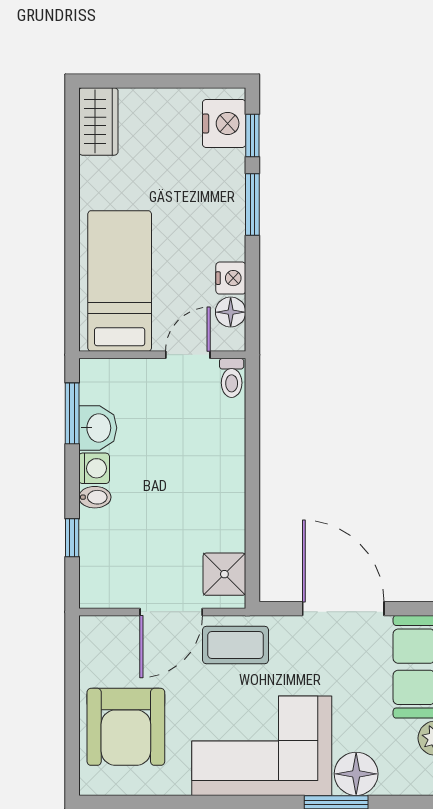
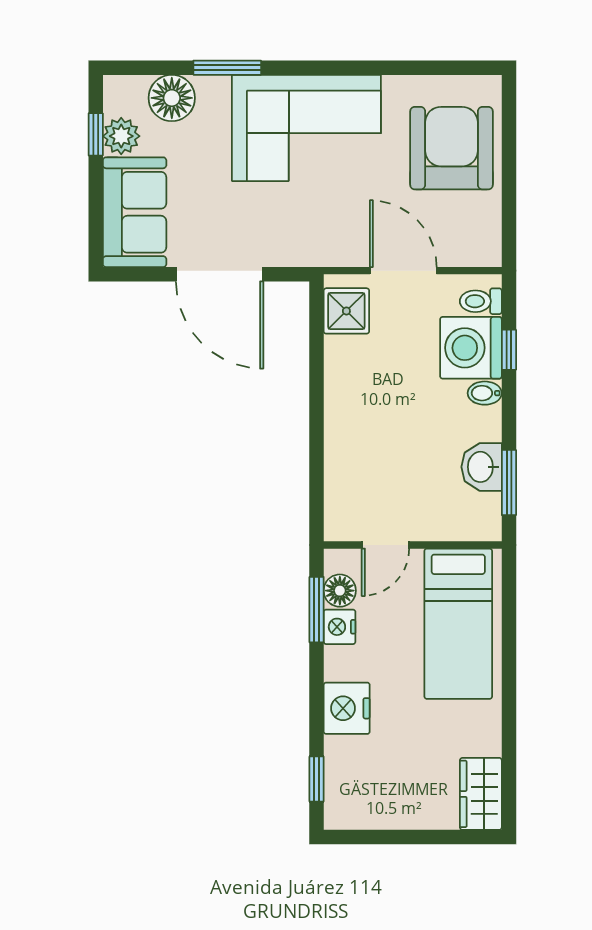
nightstand: (224, 123) -> (347, 708), moved
window: (252, 204) -> (317, 610), moved
toilet: (232, 378) -> (481, 301), moved, turned -90
washing machine: (94, 468) -> (471, 348), moved, width x1.89, depth x1.89
door: (171, 612) -> (403, 271), hinge flipped
coffee table: (236, 645) -> (335, 235), removed
floor lamp: (356, 774) -> (172, 98), moved

